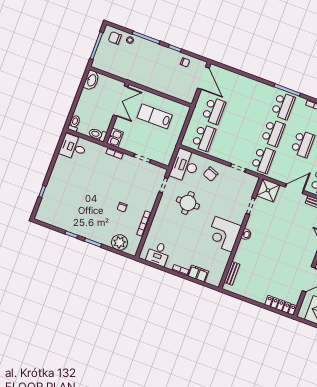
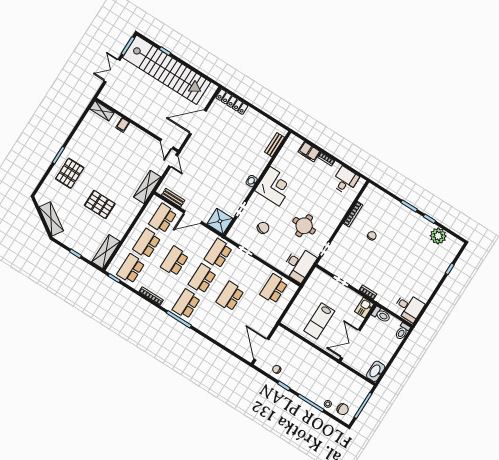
school desk: (214, 111) -> (230, 296), moved
lab bench: (155, 116) -> (319, 321), turned 90
chair: (211, 174) -> (263, 228), moved
plant: (120, 242) -> (438, 236), moved

